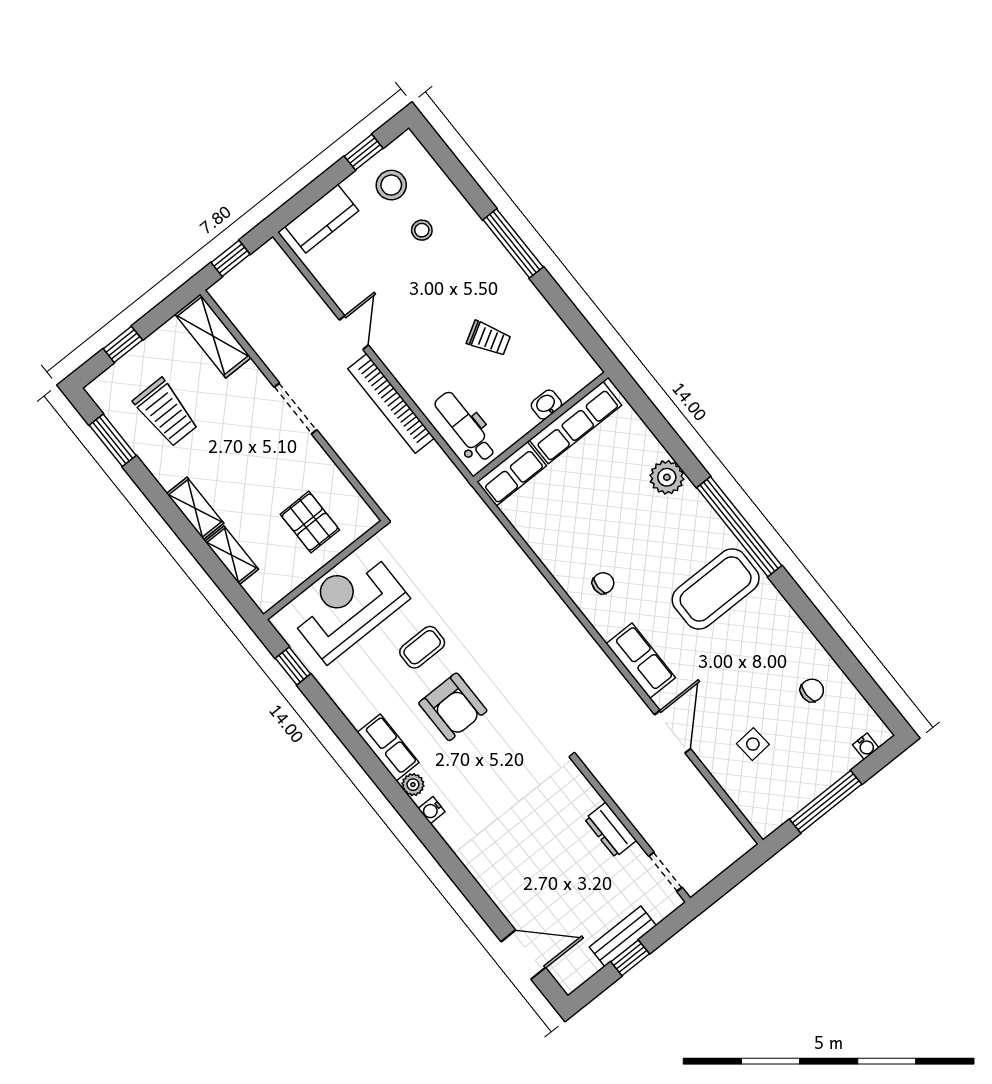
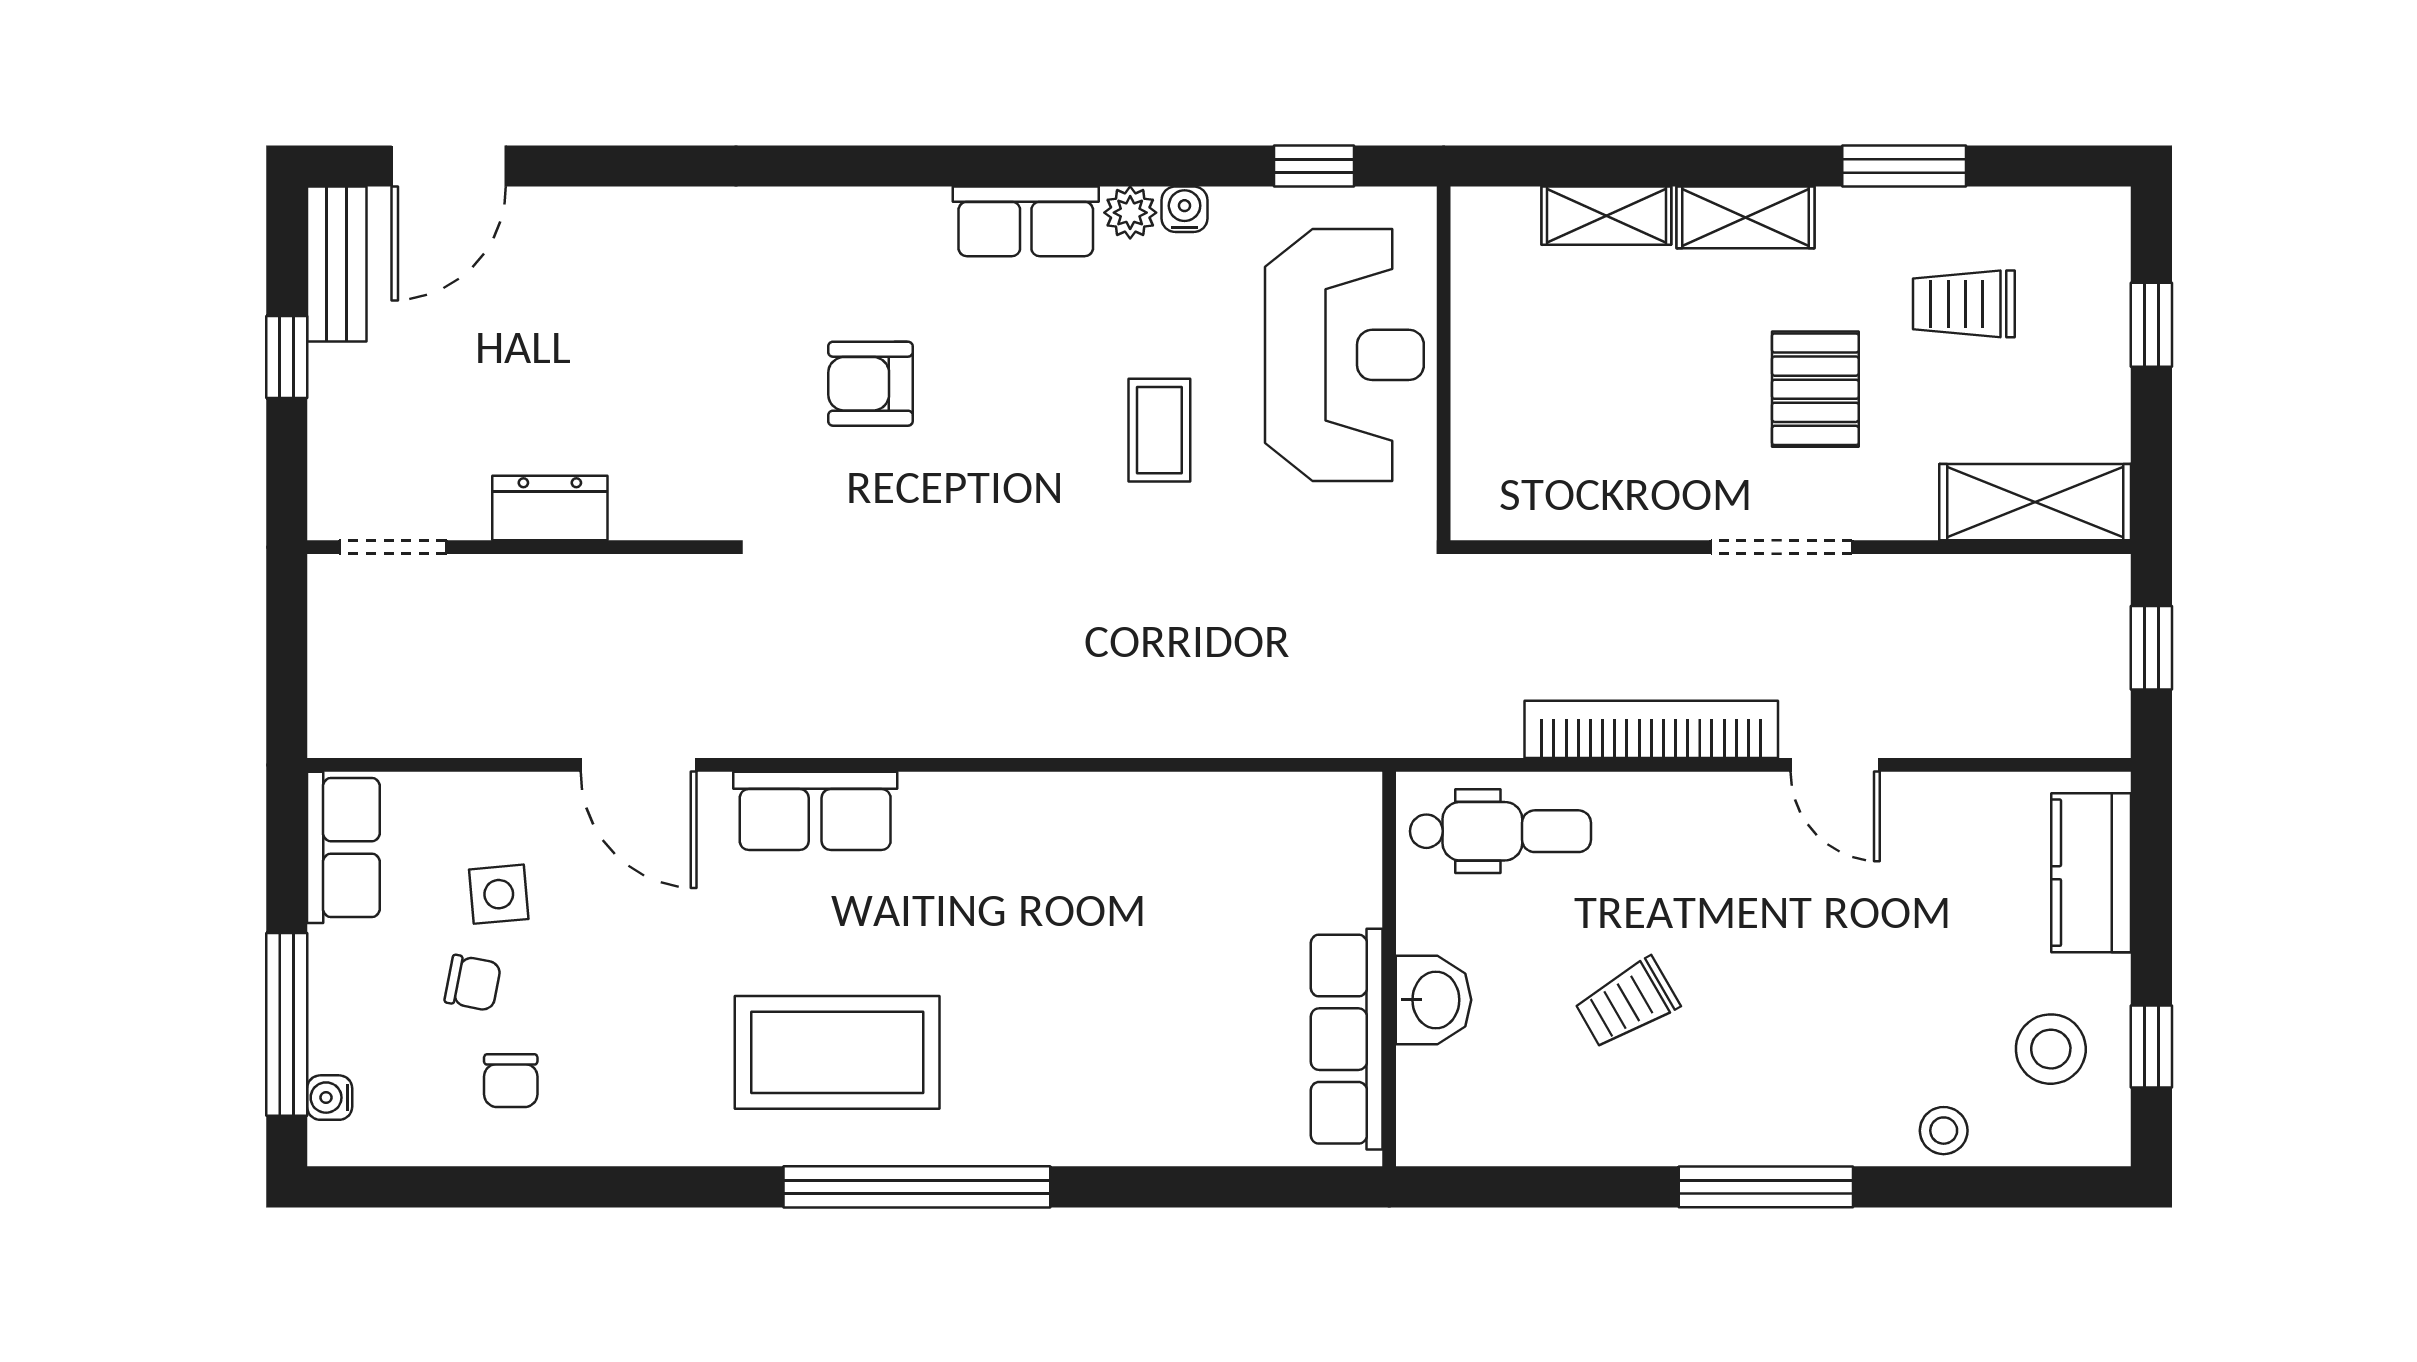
stool: (422, 230) -> (1944, 1131), moved
washbasin: (546, 405) -> (1434, 1000), width x1.38, depth x1.45
trolley: (166, 412) -> (1964, 304), width x0.73, depth x0.72
window: (113, 440) -> (1904, 166), moved
row of seats: (512, 474) -> (343, 847), moved, turned 180
plant: (667, 477) -> (1113, 1126), removed
pallet: (310, 522) -> (1815, 389), moved, turned 90
chair: (603, 583) -> (473, 983), moved, turned -79
coffee table: (716, 589) -> (837, 1052), turned 90
armchair: (453, 707) -> (870, 384), moved, width x0.72, depth x0.72
plant: (413, 785) -> (1130, 213), moved
window: (826, 802) -> (287, 1024), moved
water cooler: (432, 810) -> (1185, 209), moved
bench: (623, 936) -> (337, 264), moved

